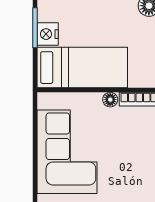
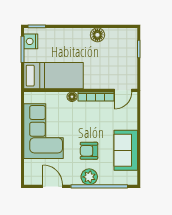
nightstand: (48, 34) -> (31, 41), moved
armchair: (136, 182) -> (89, 151), added

